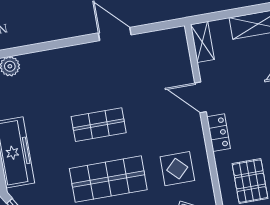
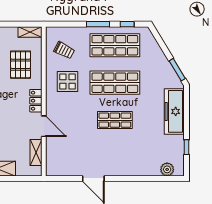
shelving: (202, 42) -> (36, 152), moved

